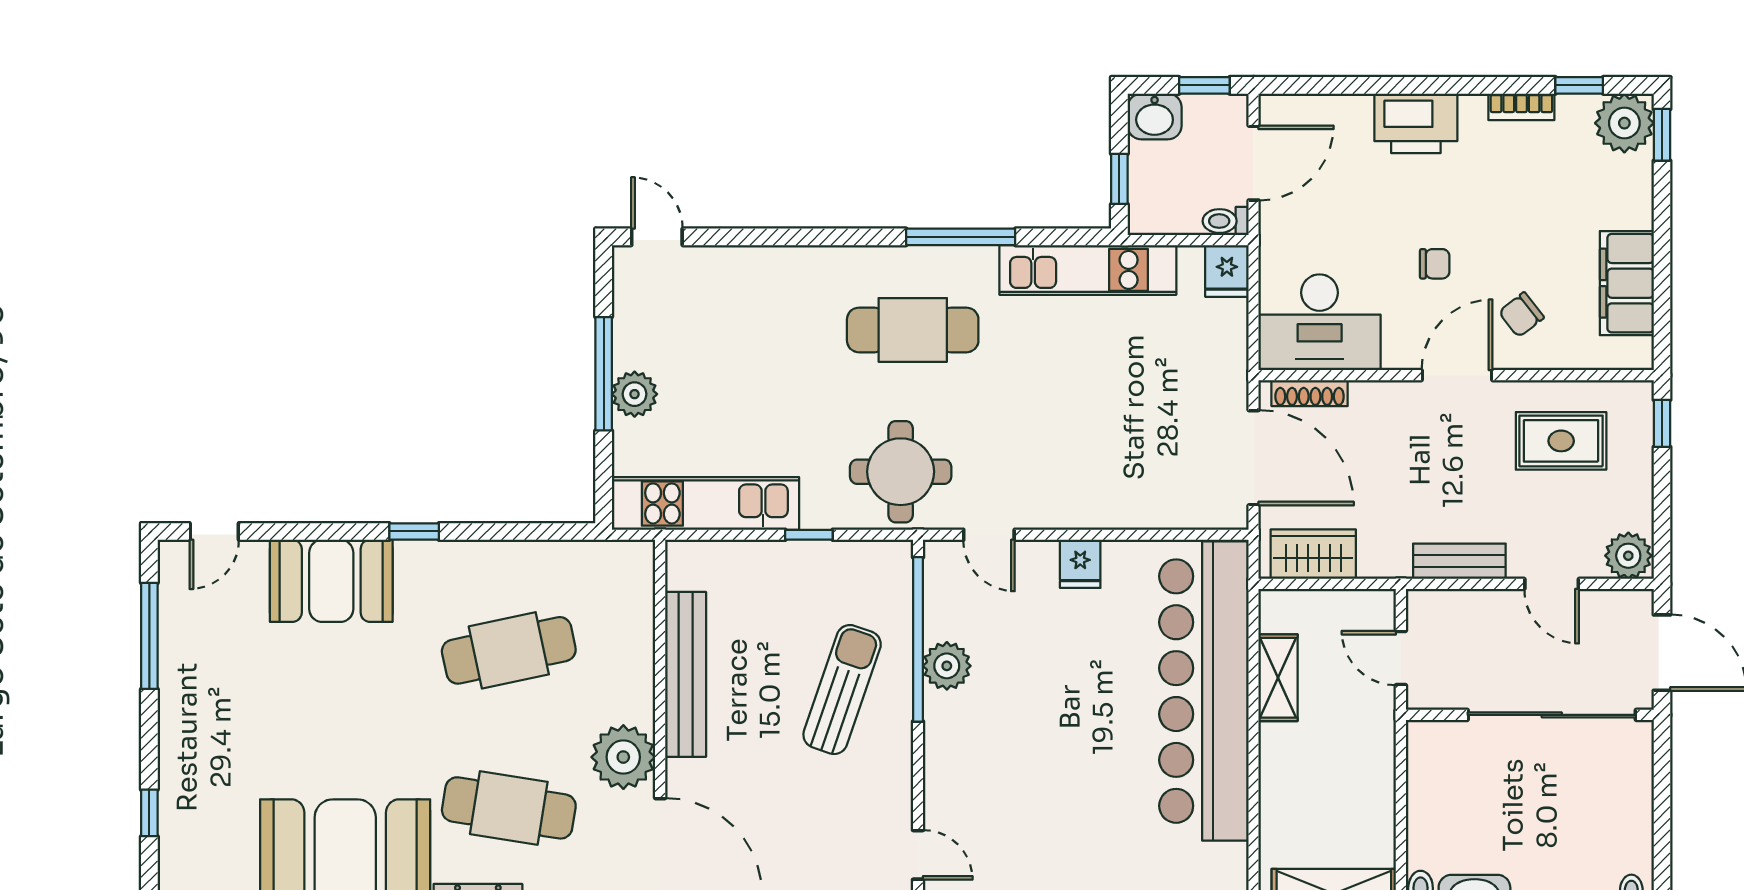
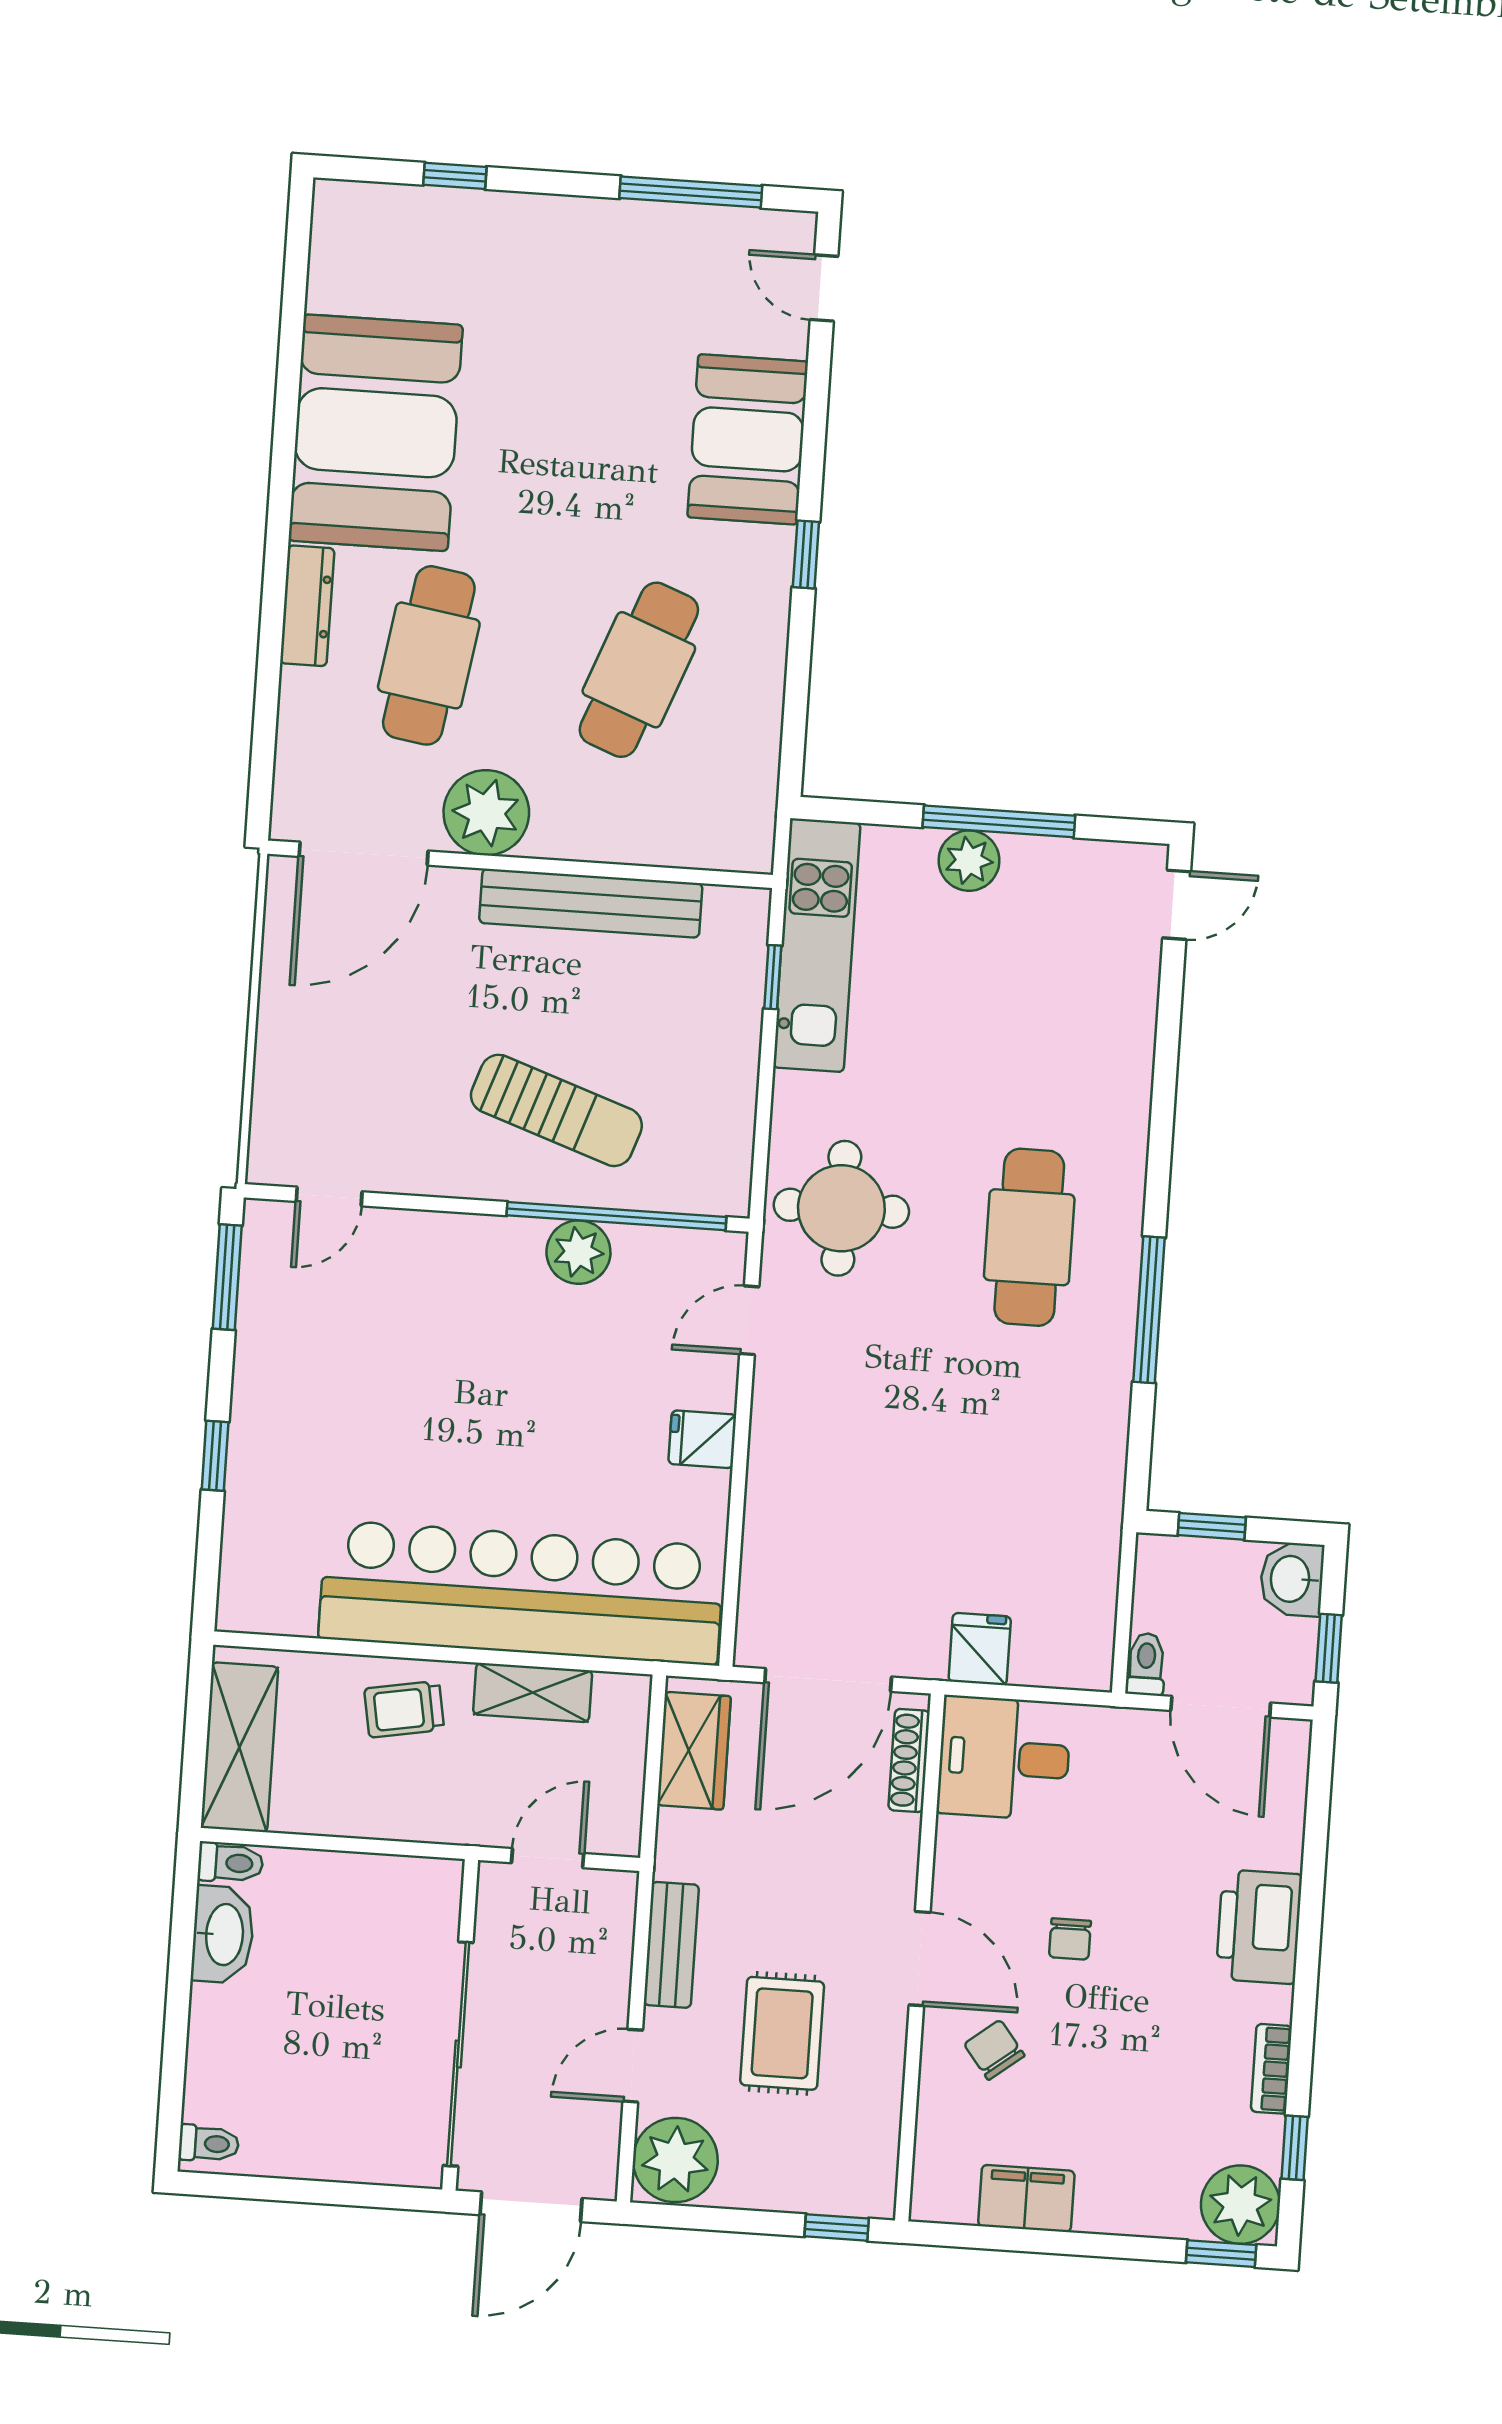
kitchen unit: (1088, 270) -> (1093, 1476), removed
fridge: (1227, 271) -> (980, 1649), moved, turned 90
filing cabinet: (1627, 283) -> (1026, 2198), width x0.67, depth x0.86
desk: (1320, 322) -> (1004, 1758), width x0.73
rug: (1561, 441) -> (782, 2033), moved
window: (809, 535) -> (773, 977), moved
plant: (1628, 556) -> (675, 2160), width x1.36, depth x1.36
cafe table: (509, 650) -> (639, 670), turned 33
trolley: (1297, 773) -> (404, 1709), added

